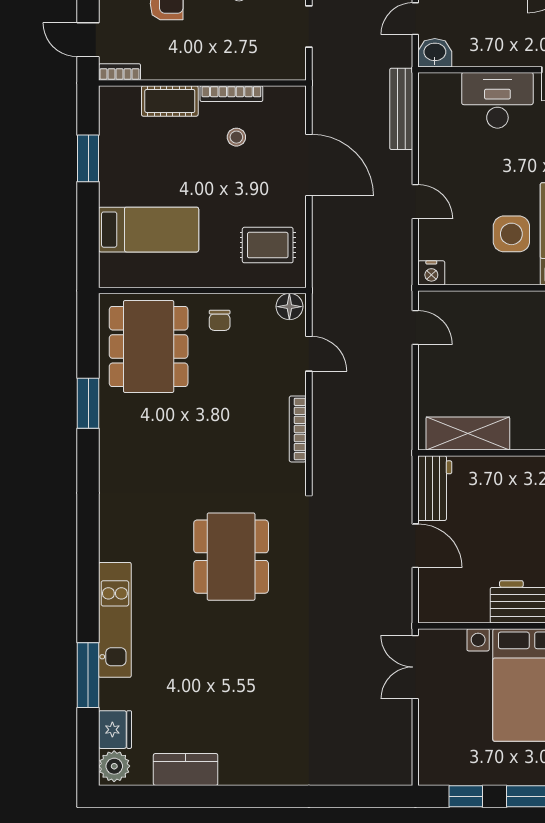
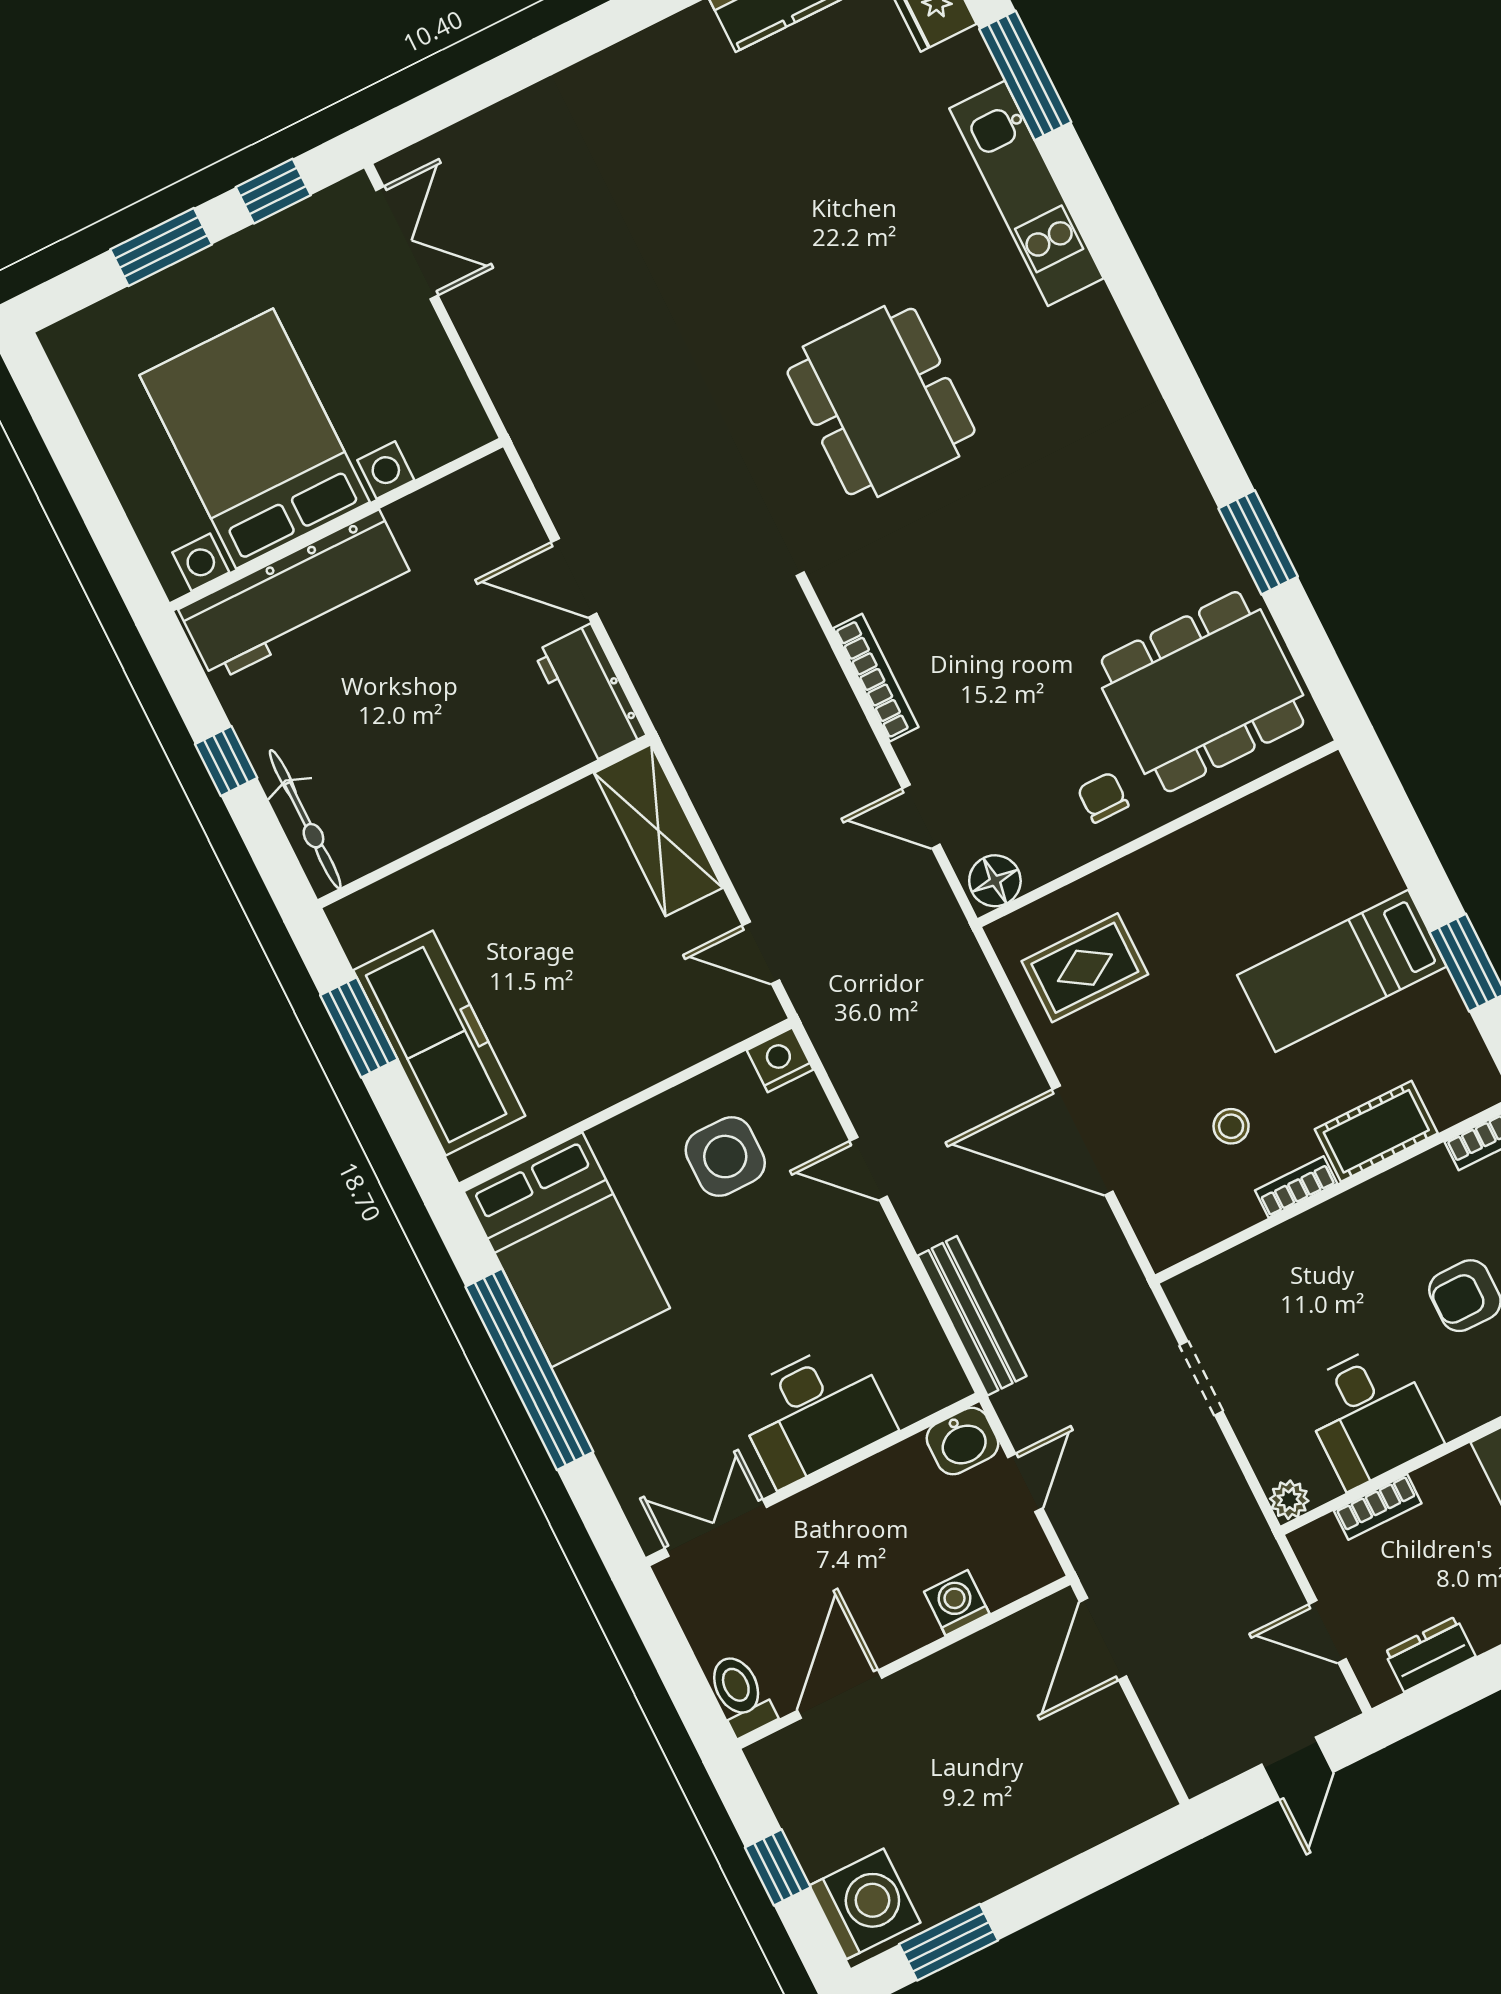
bookcase: (231, 94) -> (1296, 1187), width x0.64
bed: (149, 230) -> (1342, 971), moved
side table: (511, 234) -> (725, 1157), moved
dining table: (149, 346) -> (1203, 692), turned 90
shelving: (468, 433) -> (658, 830), moved, turned 90
double door: (415, 667) -> (407, 243), moved

